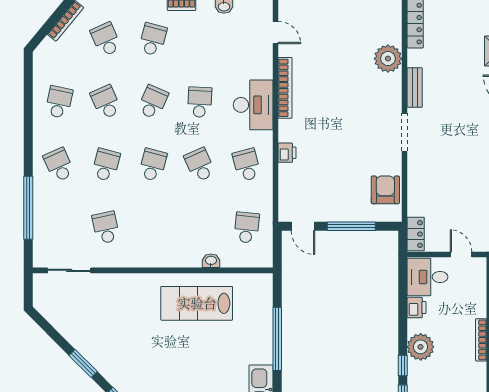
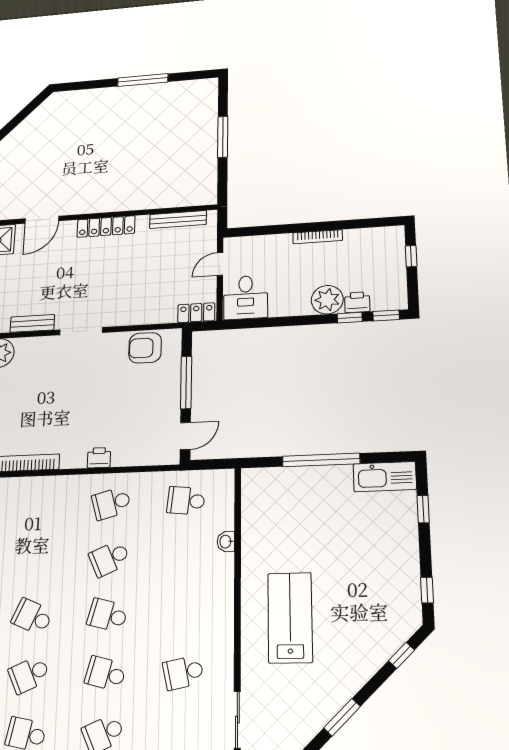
school desk: (200, 102) -> (35, 560), removed
desk: (253, 105) -> (42, 498), removed
lab bench: (197, 303) -> (290, 618), moved, turned 180
printer: (416, 308) -> (357, 302), moved
window: (83, 363) -> (342, 717), moved

